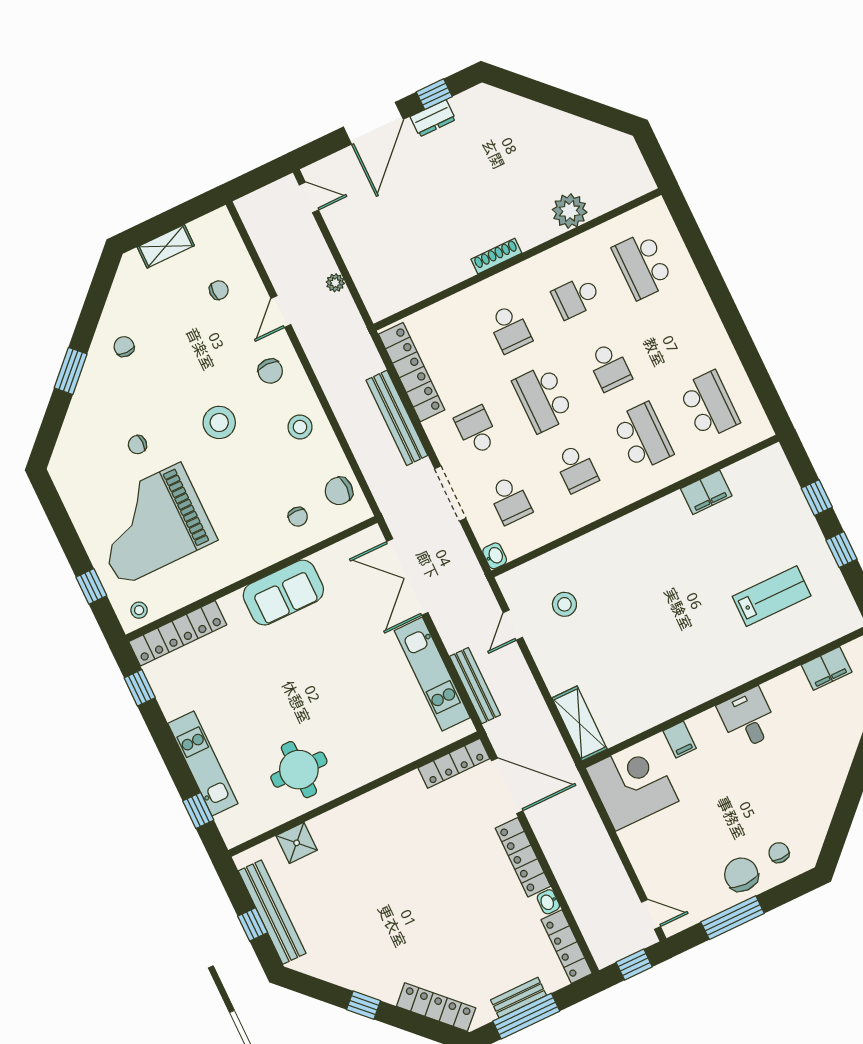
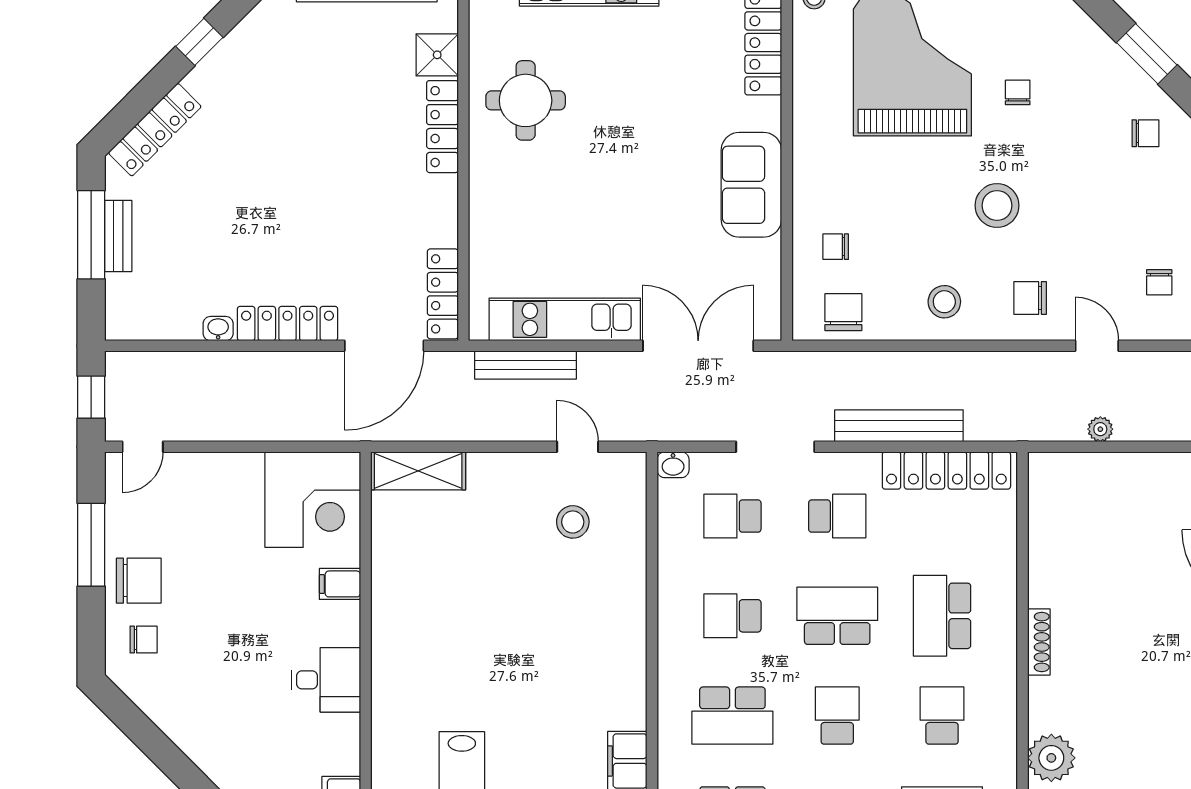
school desk: (510, 329) -> (942, 616), width x1.85
school desk: (609, 367) -> (837, 716), turned 90
locker: (567, 947) -> (442, 127), moved, turned -90

